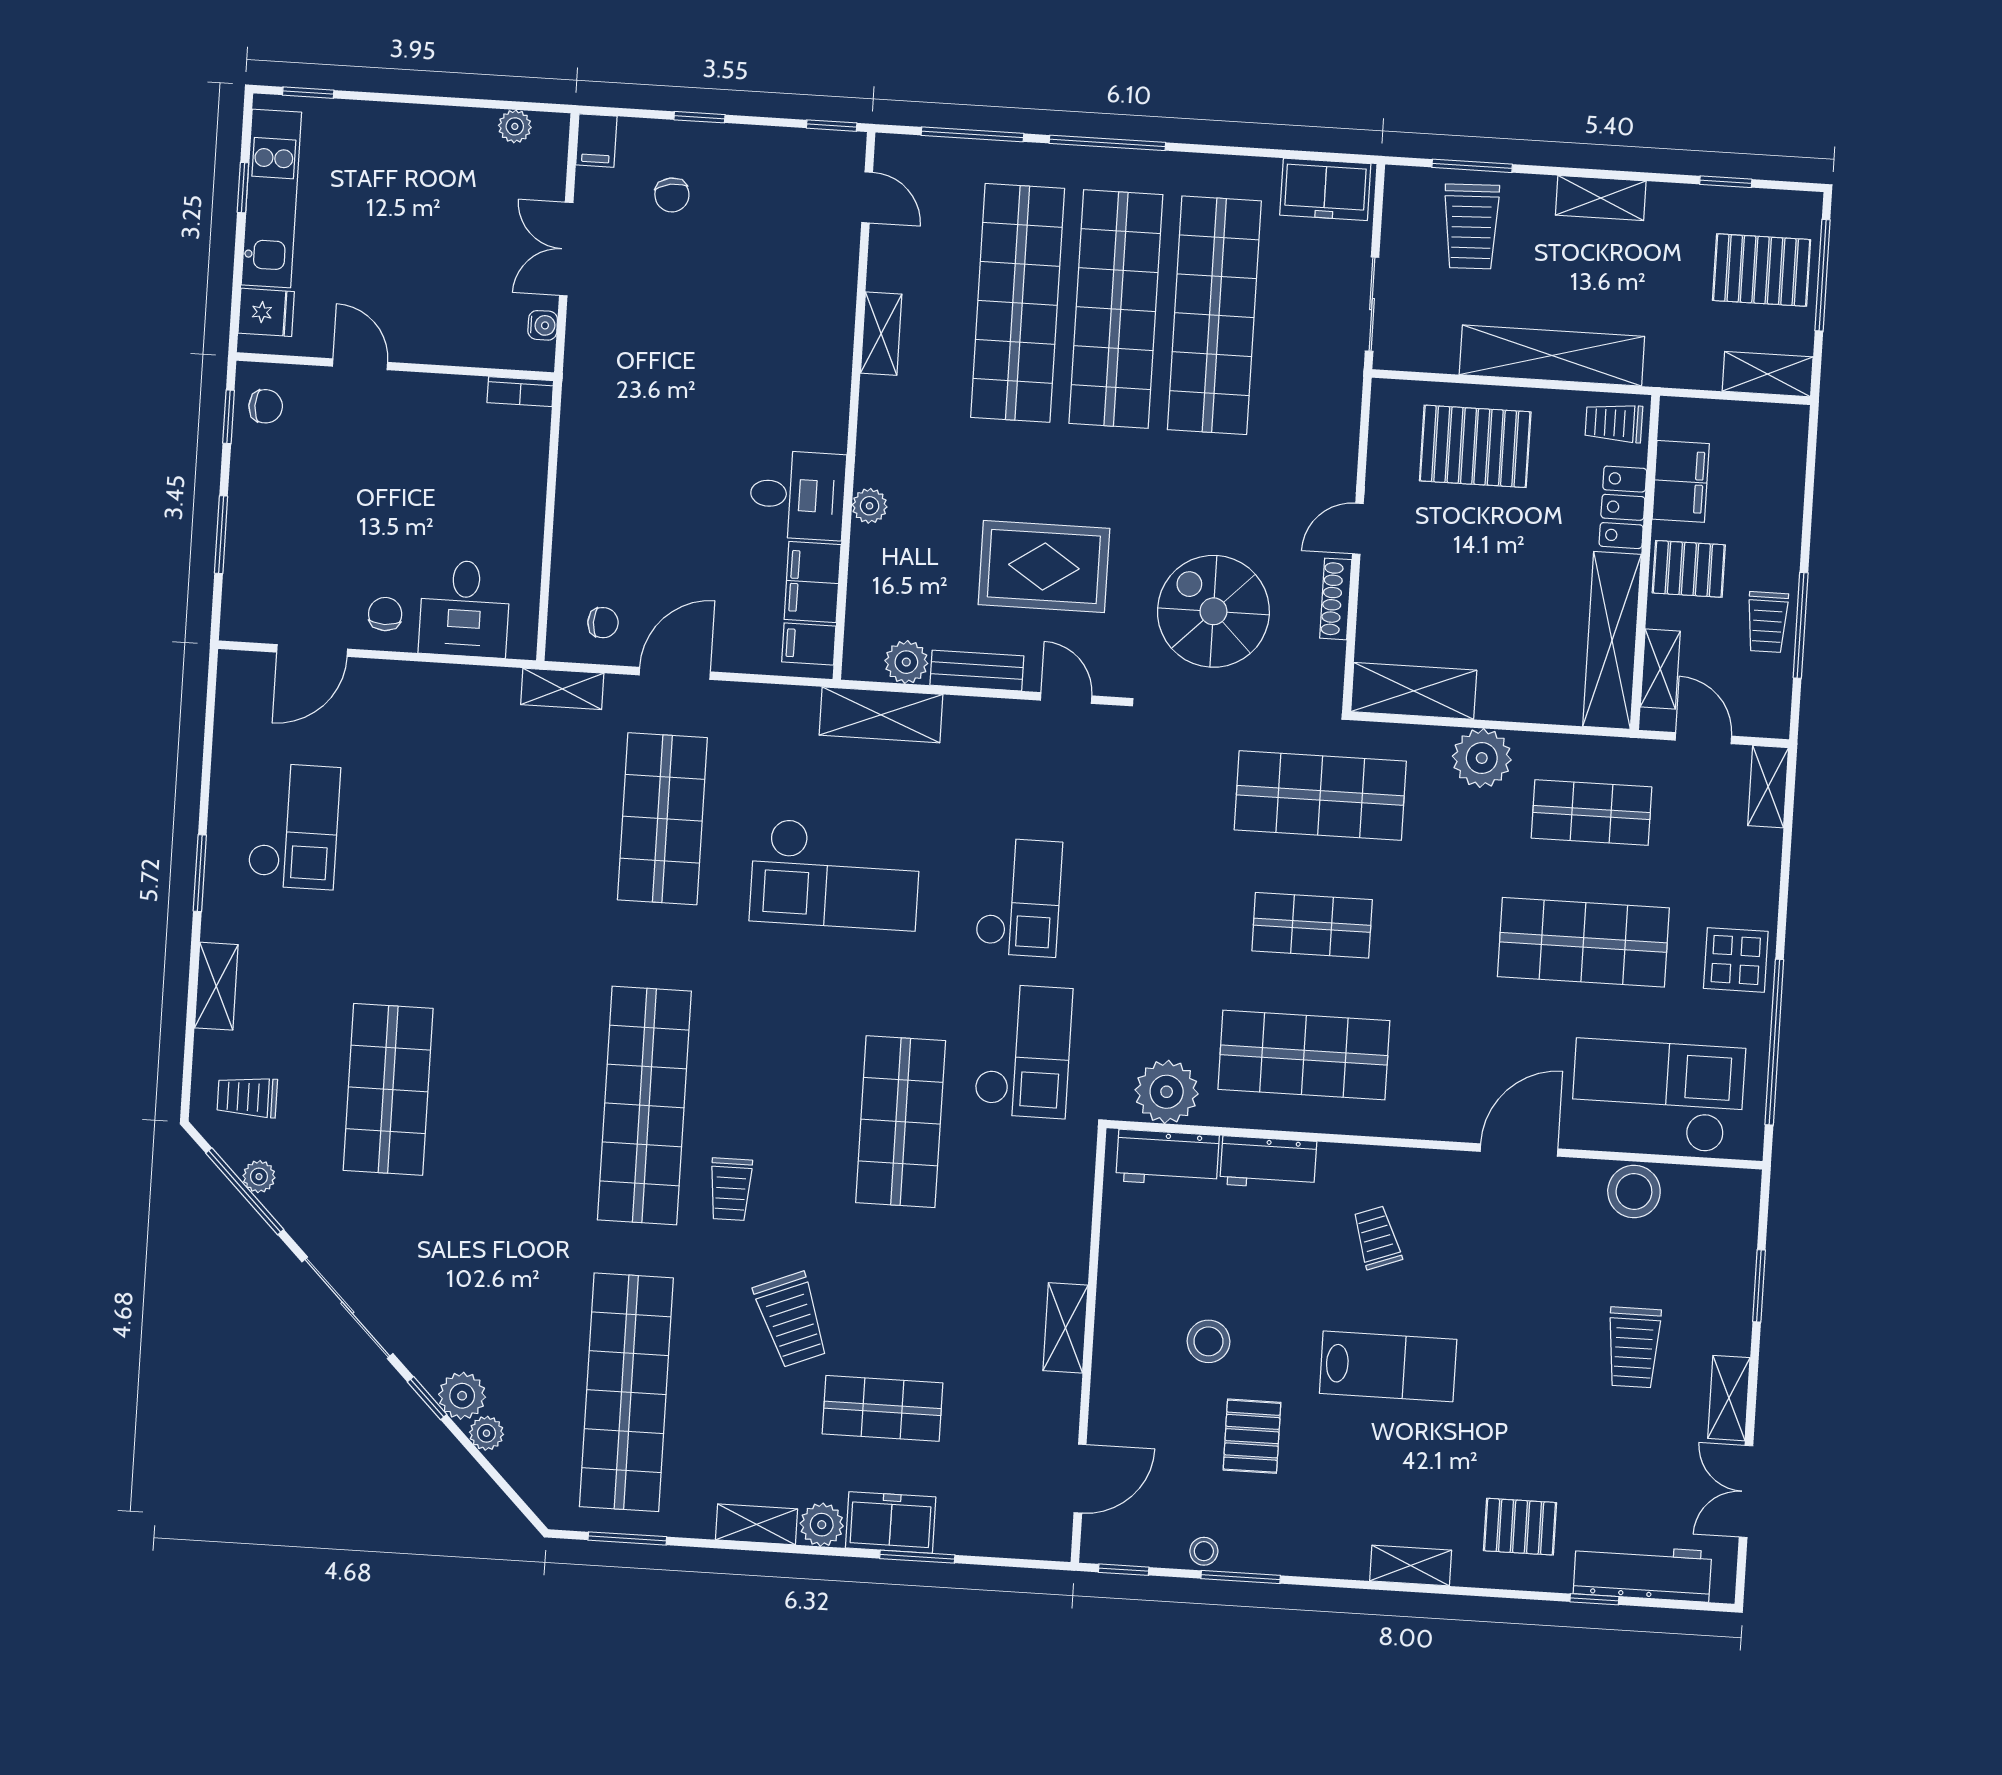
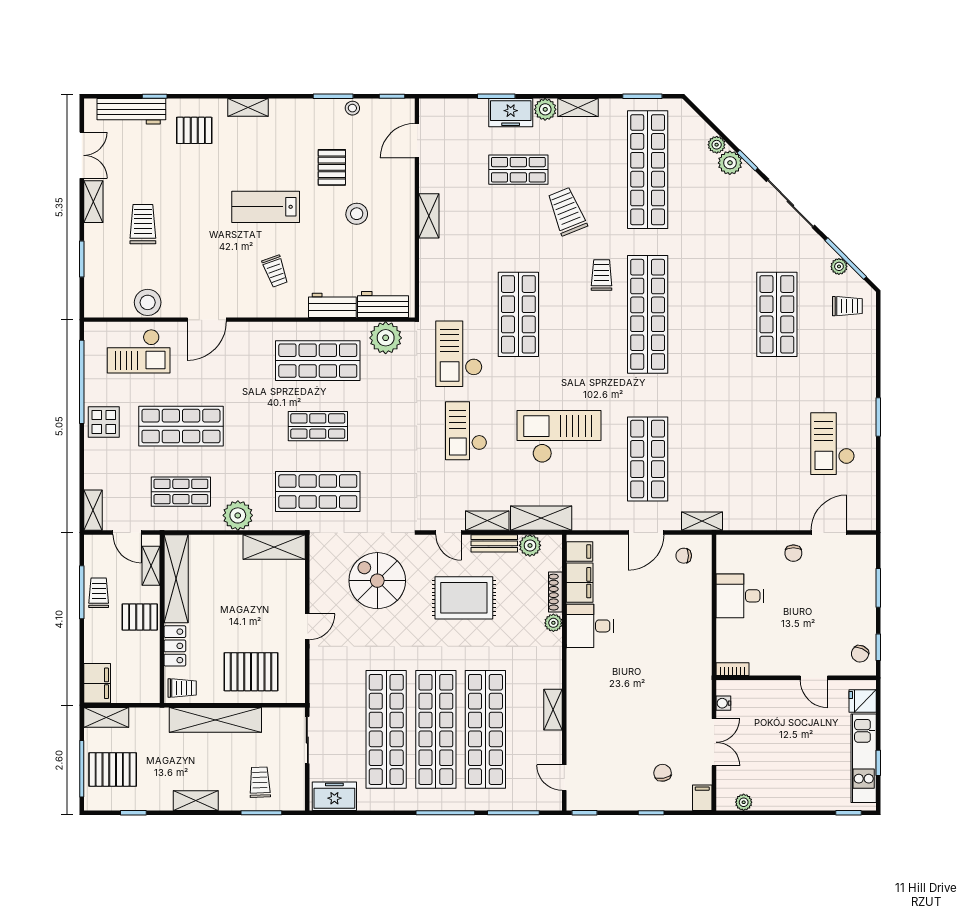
trolley: (1471, 226) -> (260, 782), width x0.73, depth x0.72
chair: (266, 406) -> (860, 654), turned -65
filing cabinet: (1681, 481) -> (97, 683), moved, turned 180
shoe rack: (1336, 599) -> (555, 592), moved, turned 180
desk: (465, 609) -> (740, 596), moved, turned -90
spiral stairs: (1213, 611) -> (377, 581), turned 180
shelving: (216, 986) -> (487, 521), moved, turned 90
checkout: (1658, 1096) -> (139, 351), width x0.73, depth x0.83

